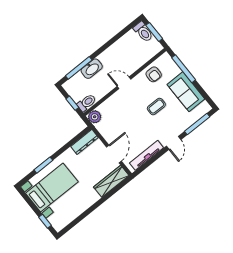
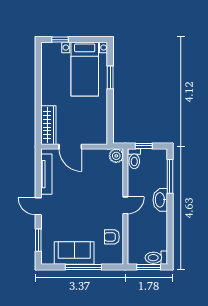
washbasin: (92, 69) -> (160, 200), moved
window: (184, 69) -> (83, 267), moved
coffee table: (156, 107) -> (82, 217), removed
window: (197, 124) -> (38, 240), width x0.69
dresser: (84, 142) -> (101, 129), removed

